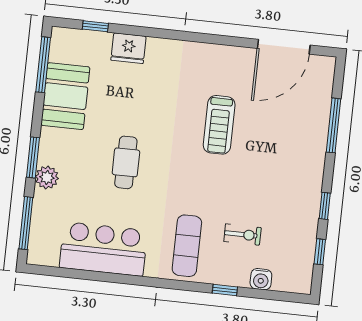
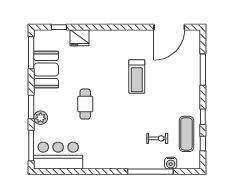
exercise mat: (187, 246) -> (186, 134), moved
bar counter: (103, 249) -> (58, 156), moved
window: (225, 290) -> (150, 172), width x3.17

